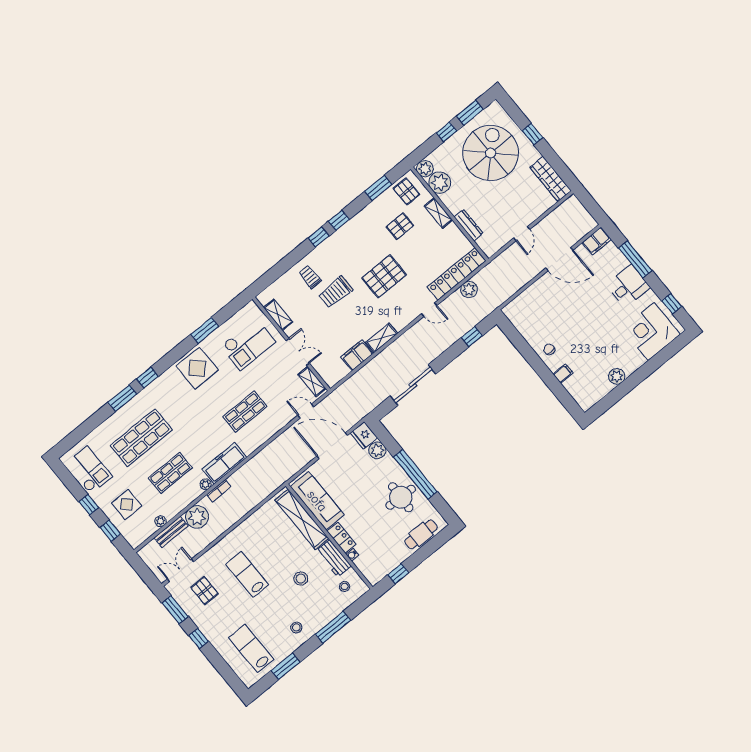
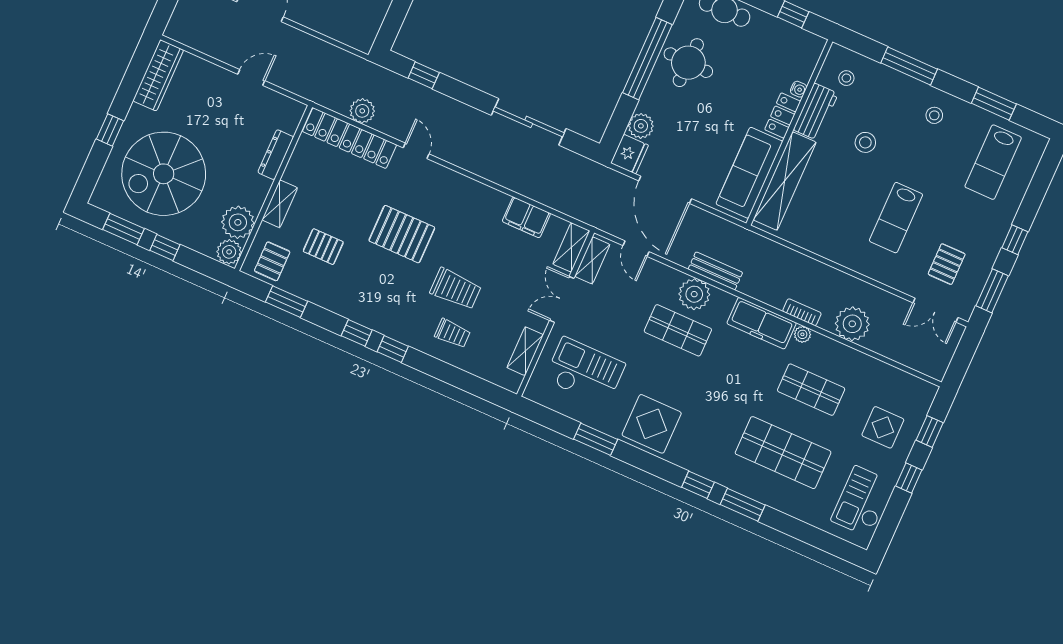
trolley: (310, 277) -> (452, 333), turned -90
shelving: (382, 338) -> (571, 247), moved, turned 90
plant: (161, 521) -> (694, 294), moved, width x1.88, depth x1.88
bench: (171, 532) -> (715, 271), moved

